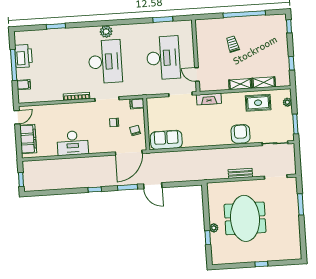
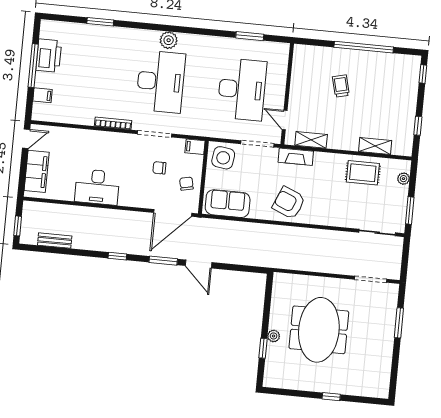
shelving: (240, 84) -> (311, 140), moved
side table: (158, 108) -> (223, 158), added
armchair: (241, 134) -> (289, 203), moved, turned -67
bench: (240, 173) -> (55, 241), moved

